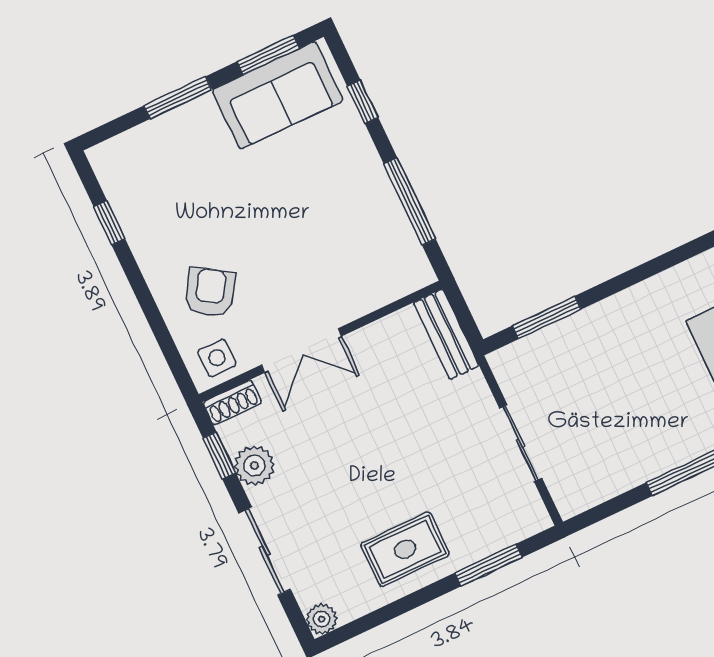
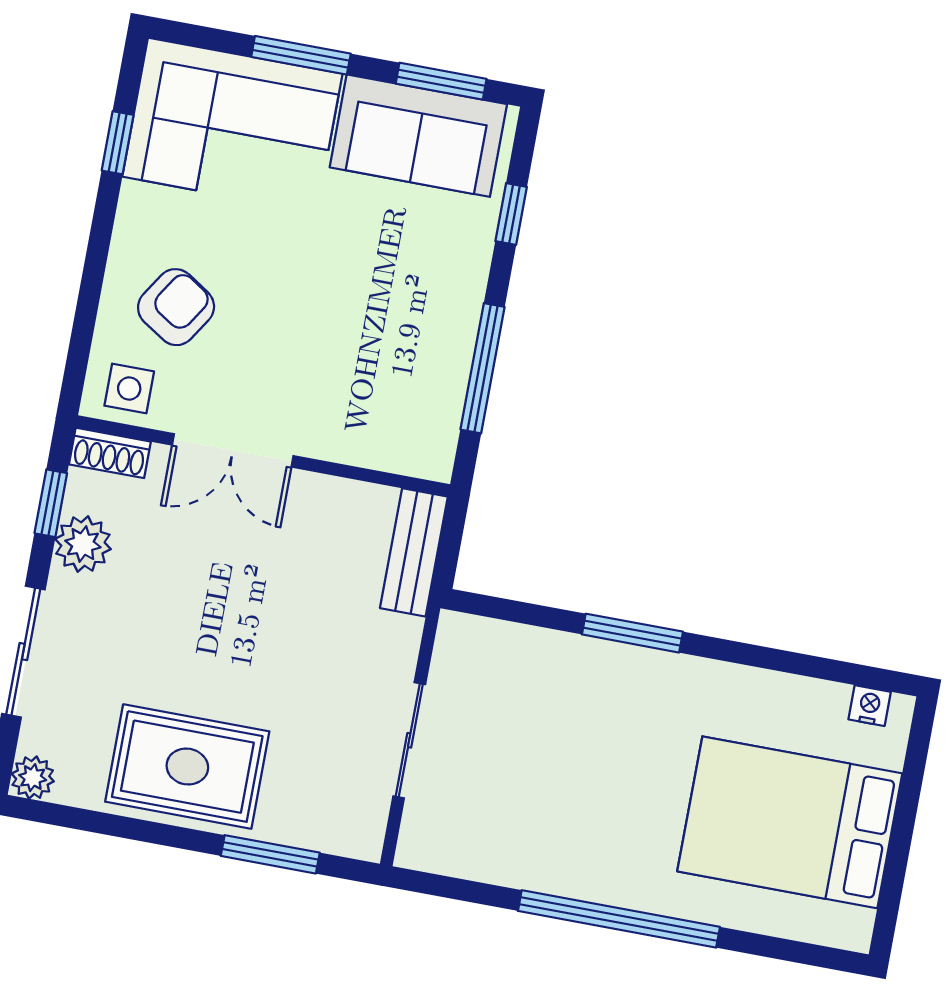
corner sofa: (167, 166) -> (232, 125), added
window: (547, 318) -> (632, 633), moved
rug: (405, 549) -> (187, 767), width x1.36, depth x1.43

